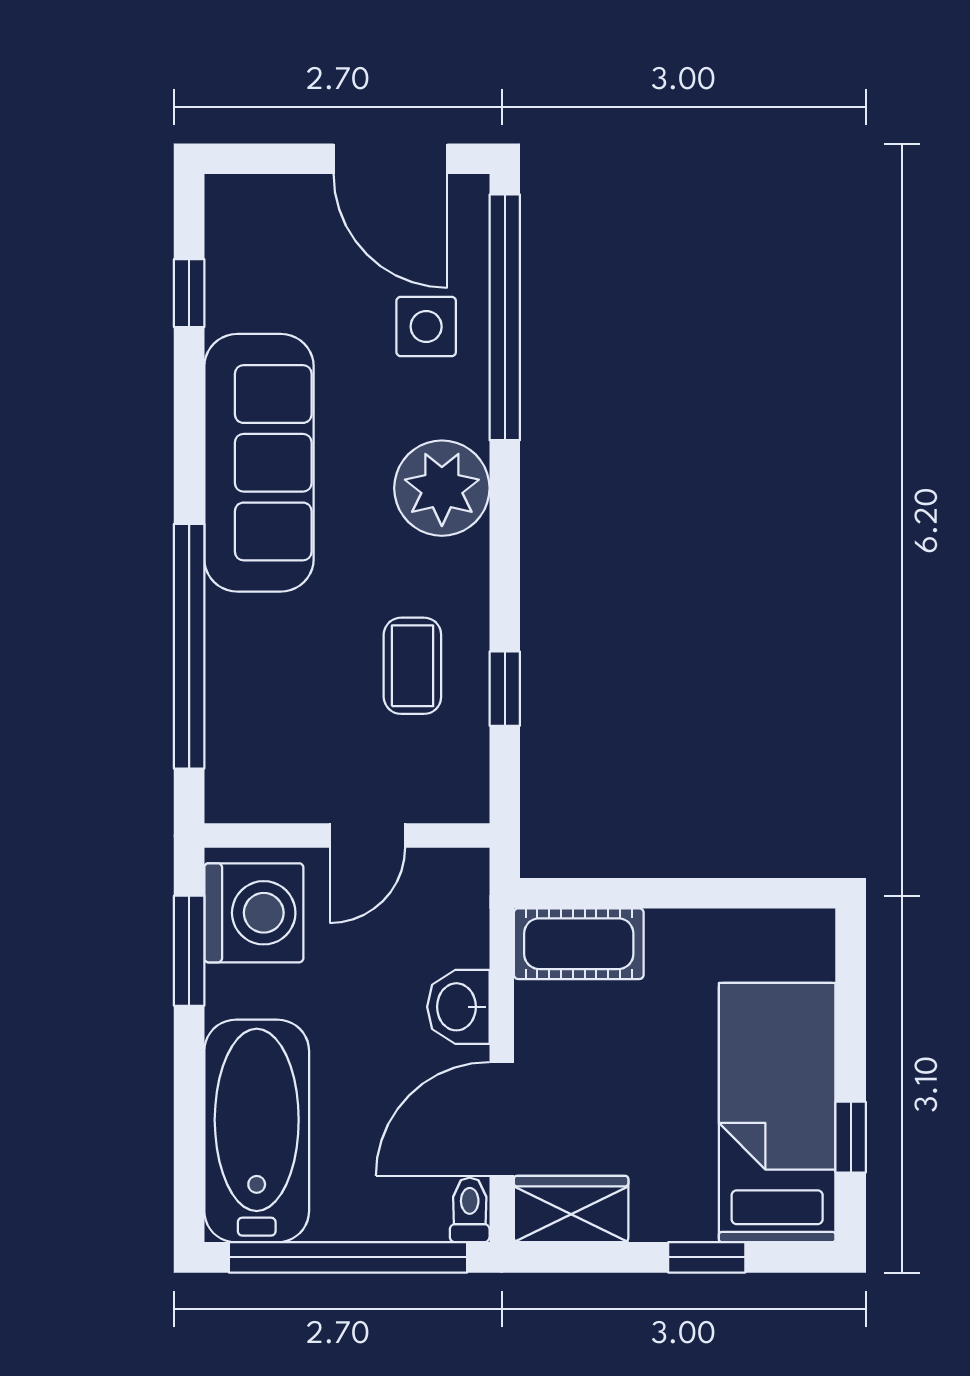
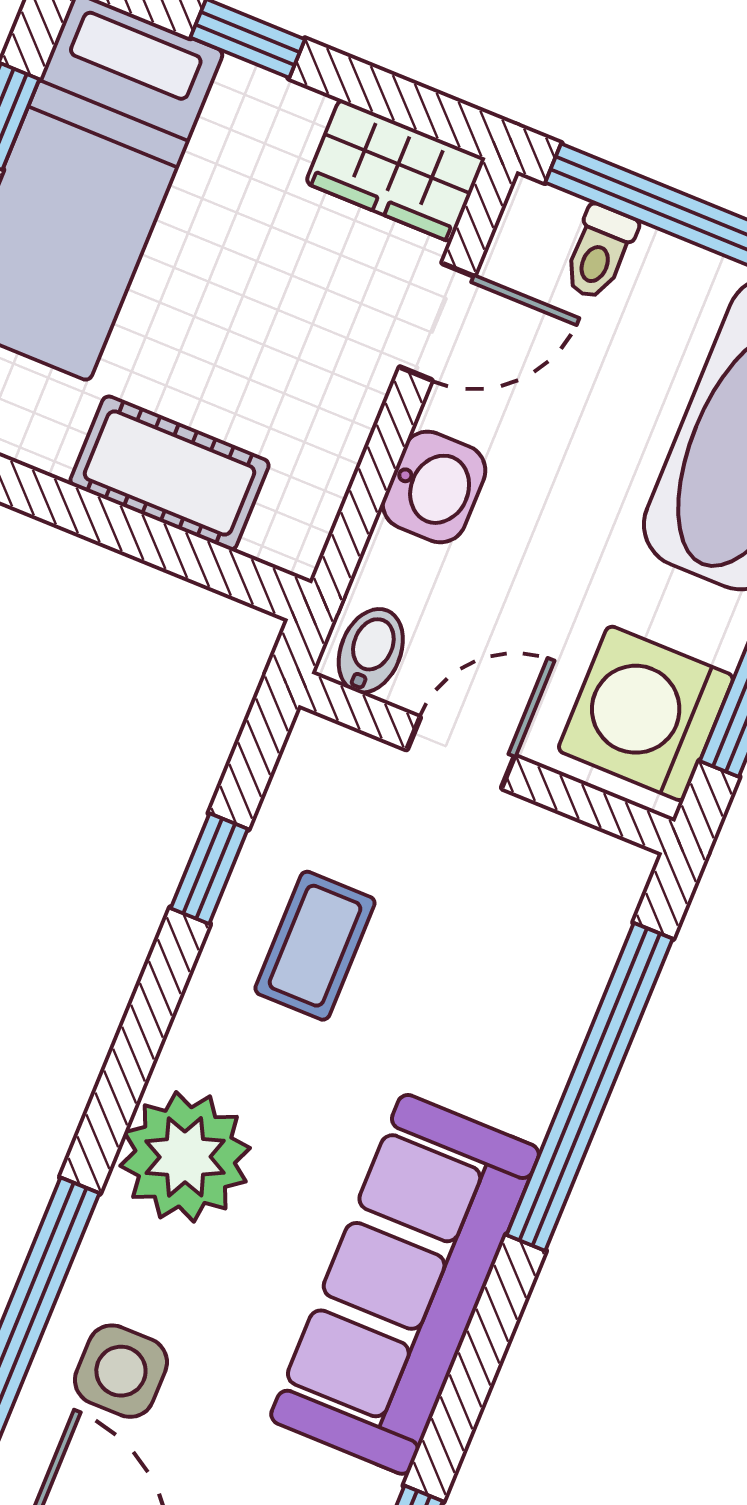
bidet: (456, 879) -> (371, 651), added
cot: (579, 944) -> (170, 473), moved
door: (502, 1119) -> (437, 322), width x0.73
toilet: (470, 1210) -> (599, 253), moved

